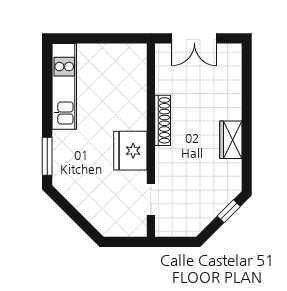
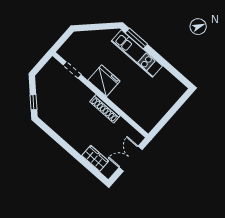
kitchen unit: (64, 86) -> (137, 53), moved
wardrobe: (231, 140) -> (95, 158), moved

